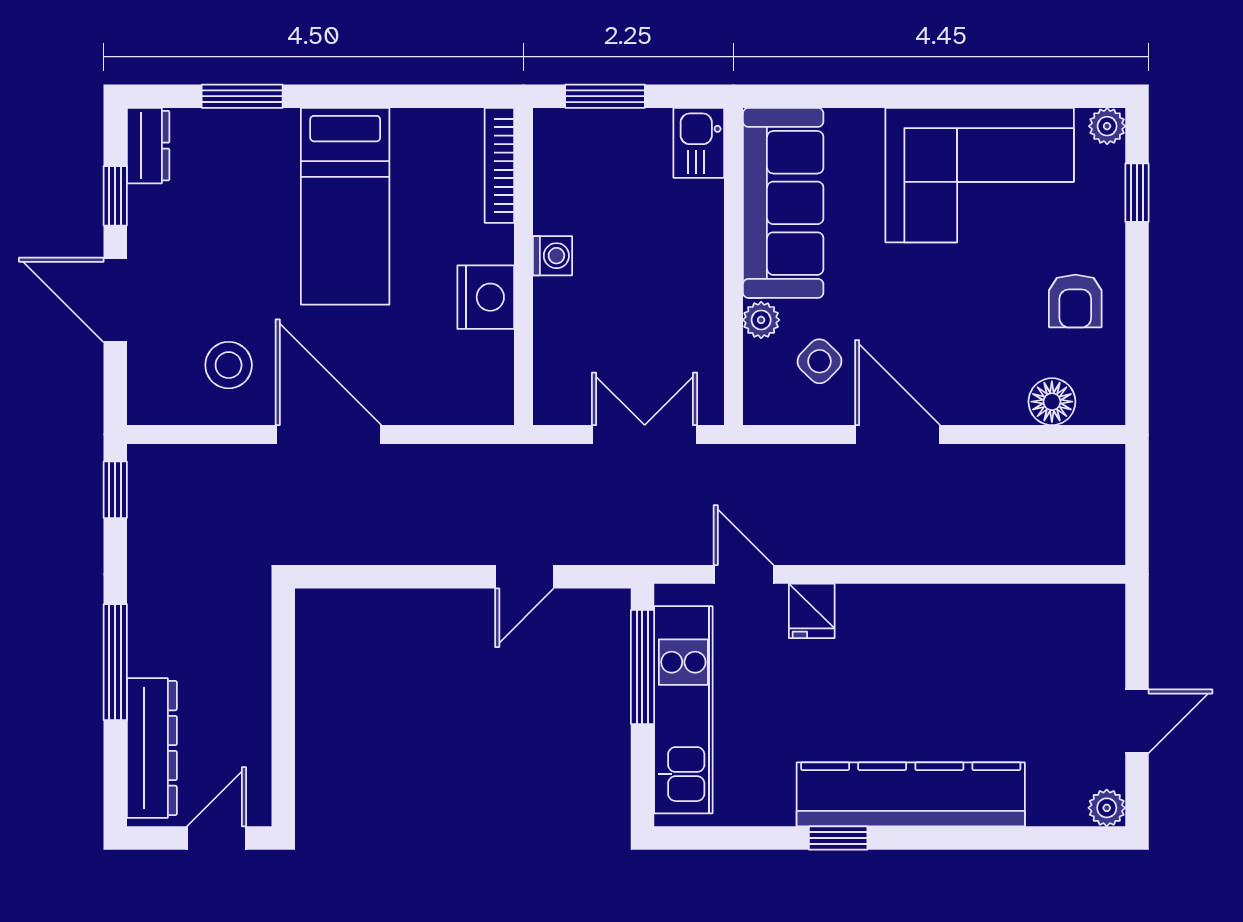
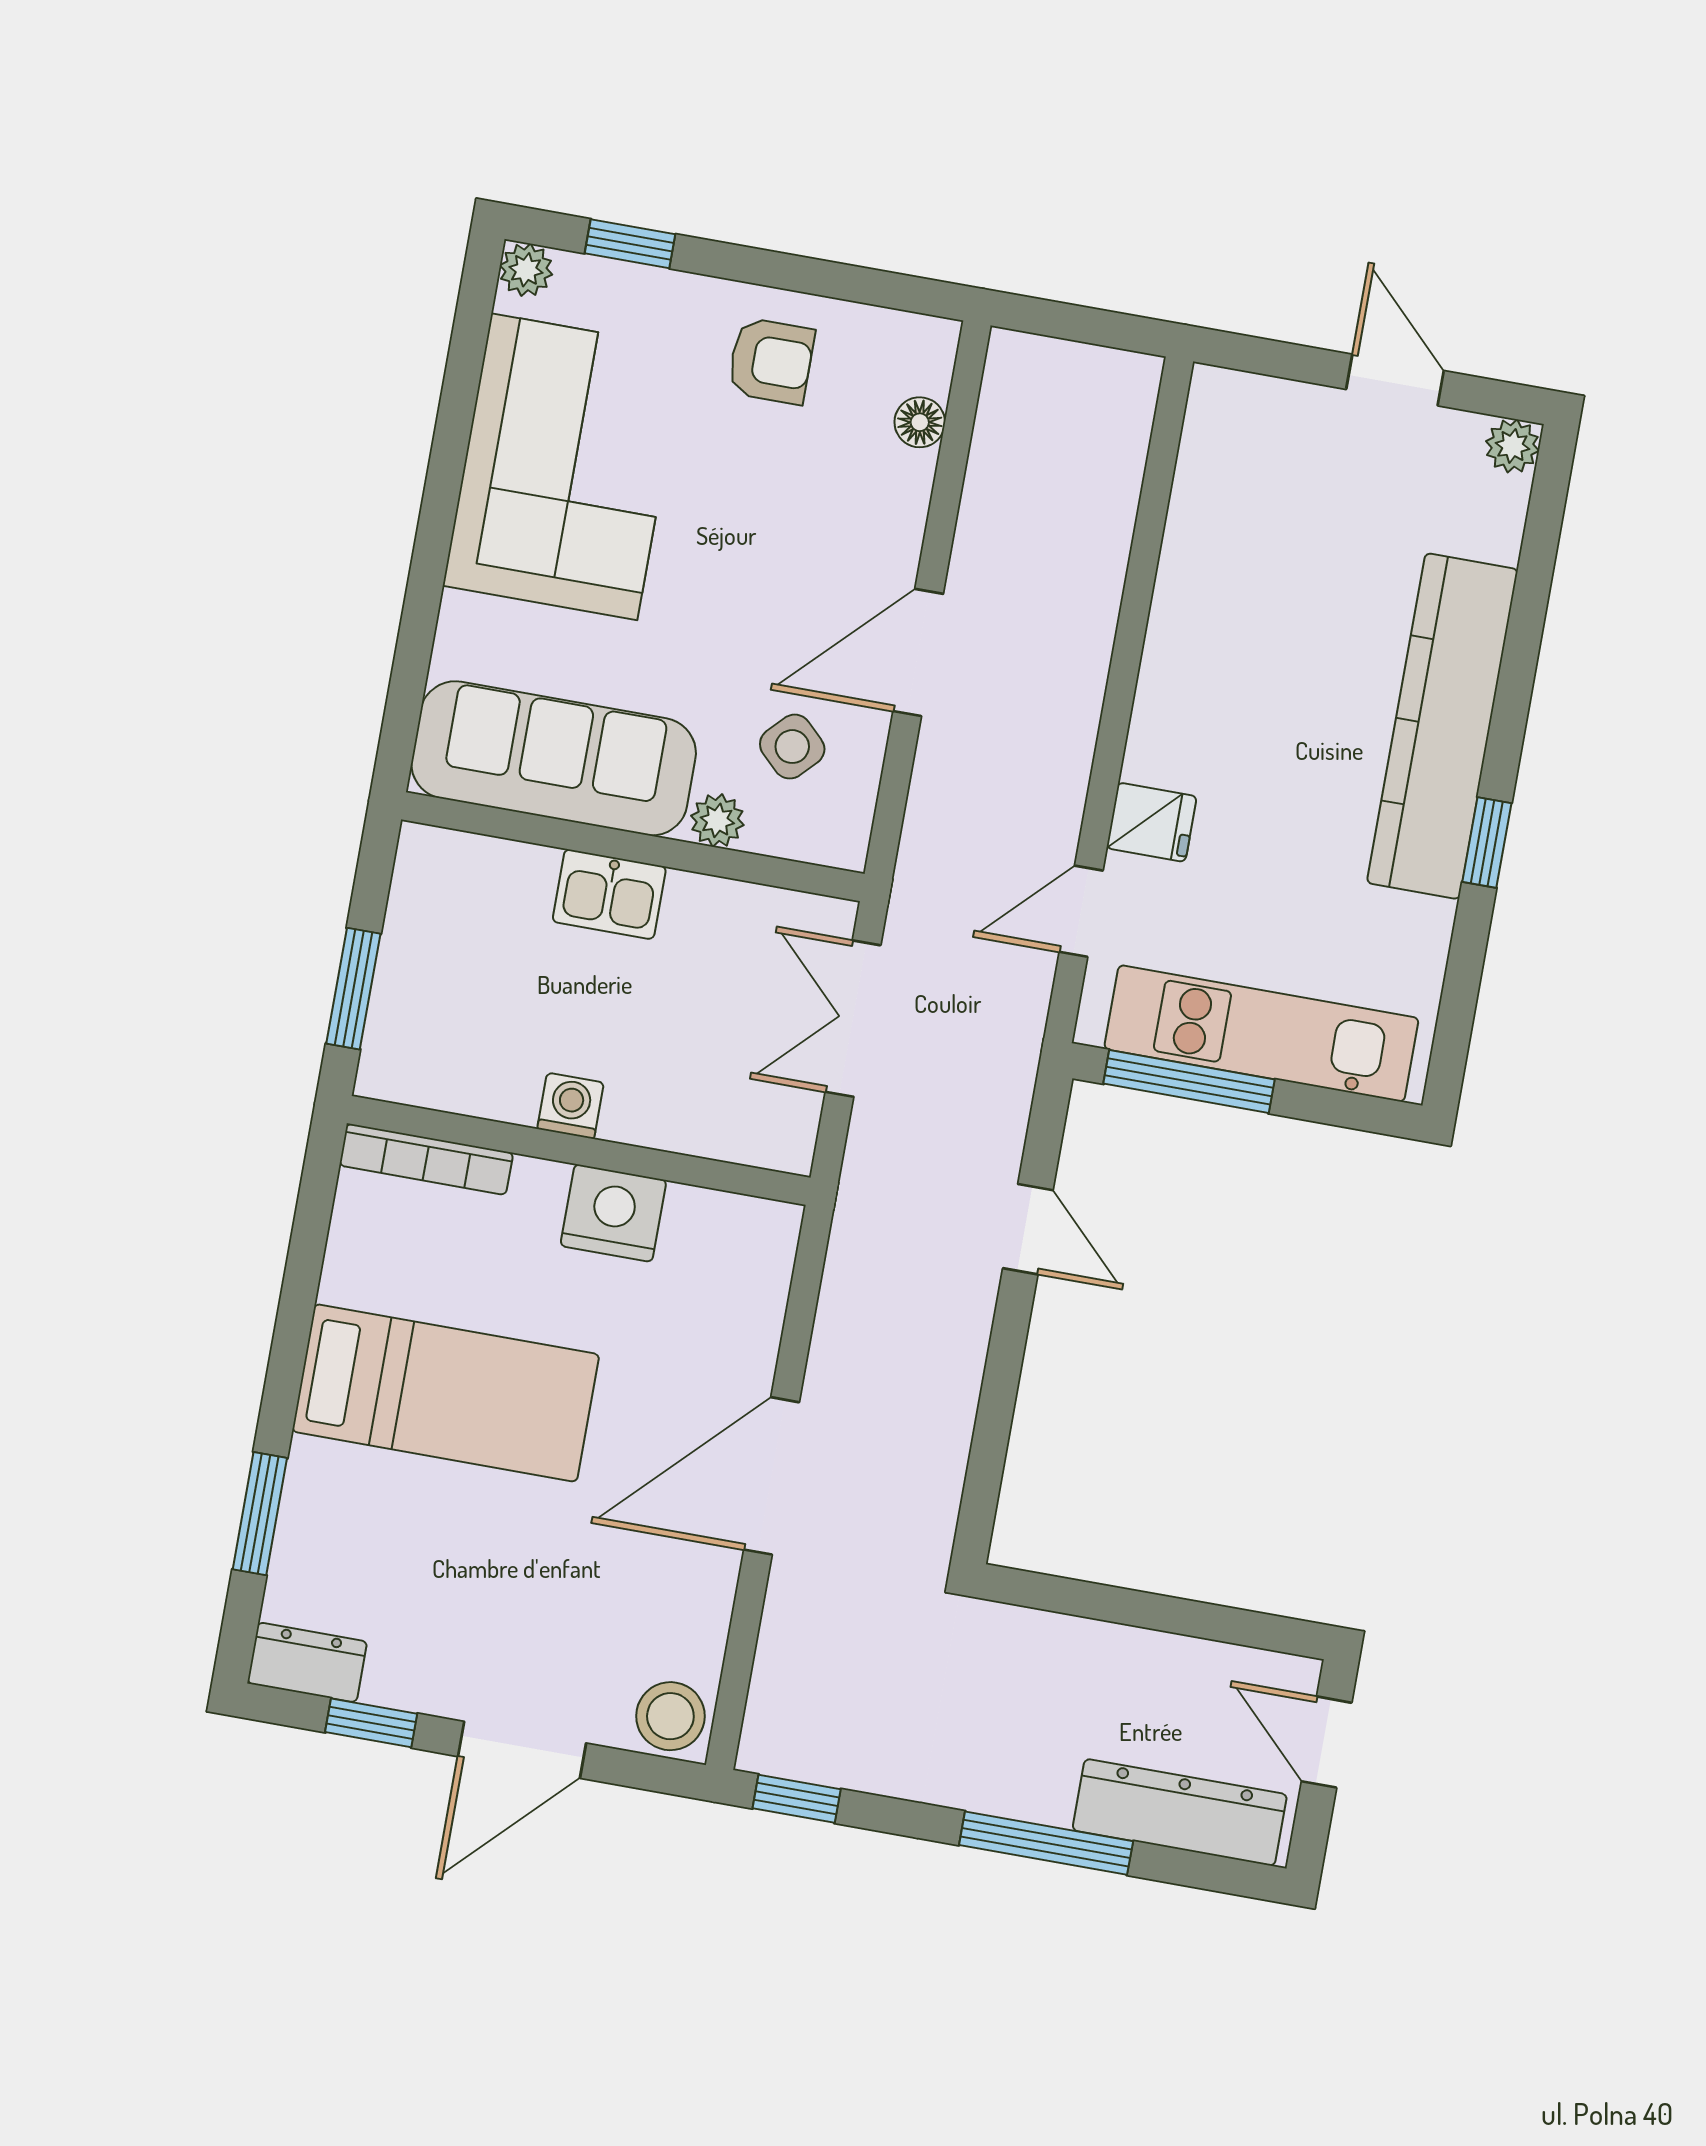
kitchen sink: (699, 143) -> (609, 894), moved
stool: (229, 365) -> (670, 1716), moved
floor lamp: (1052, 402) -> (920, 422), width x0.73, depth x0.73

